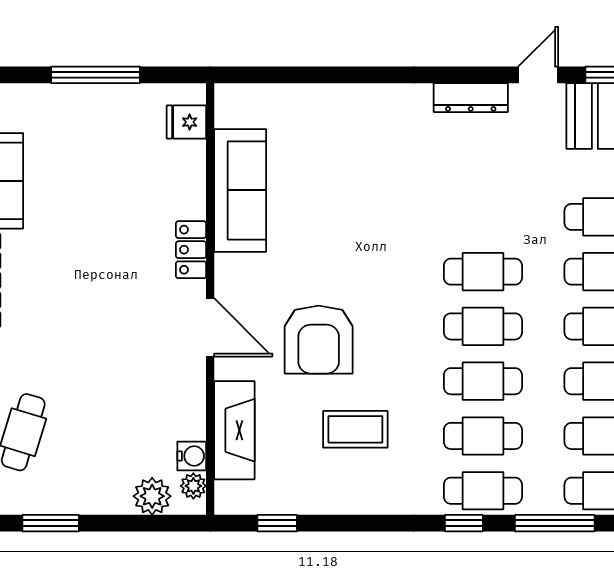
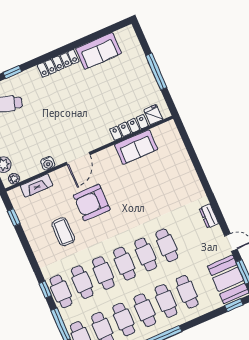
dresser: (471, 98) -> (209, 216), width x0.70
sofa: (240, 190) -> (136, 147), width x0.73
cafe table: (483, 217) -> (167, 245), added
locker: (191, 250) -> (129, 127), moved, width x1.53
fireplace: (234, 430) -> (36, 186), width x0.73, depth x0.76
water cooler: (192, 456) -> (48, 163), moved

